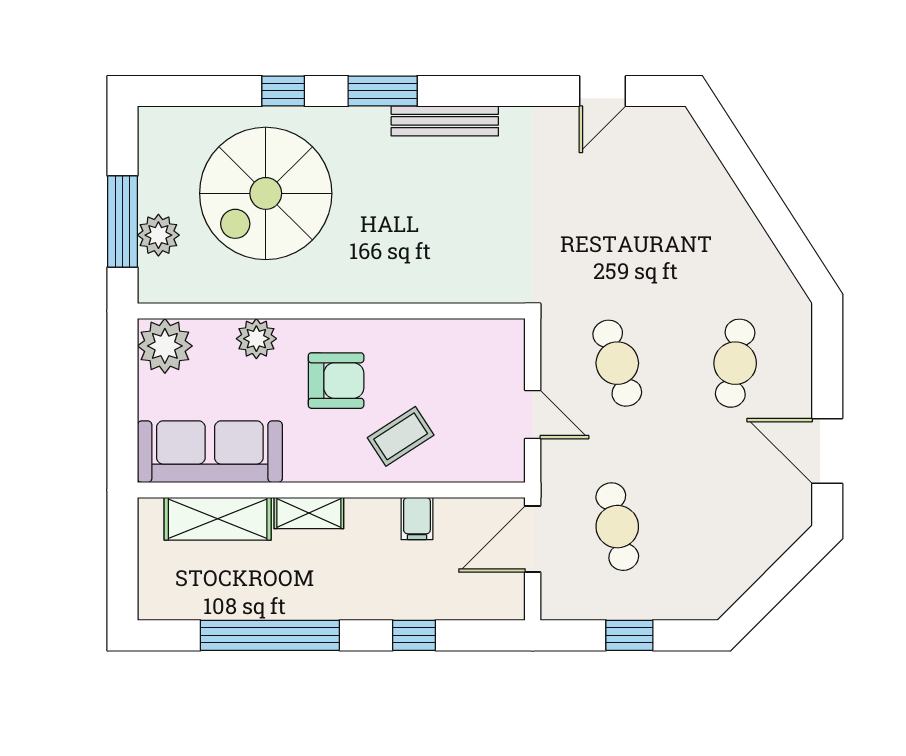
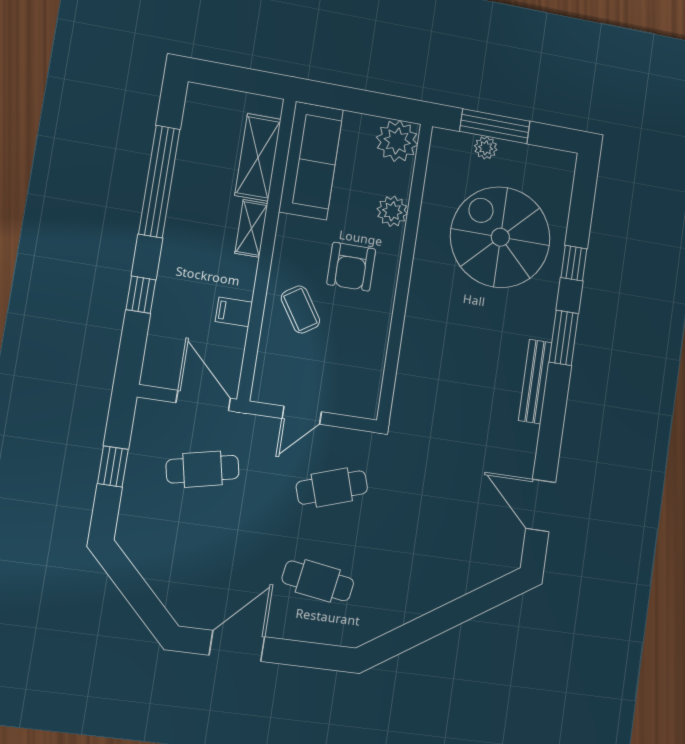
door: (603, 91) -> (541, 505), width x1.38
plant: (158, 235) -> (486, 148), width x0.73, depth x0.73

